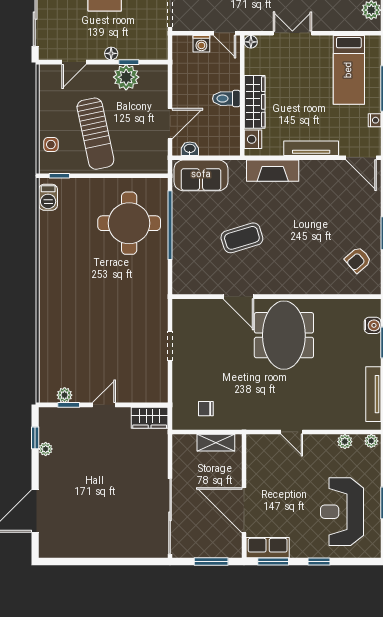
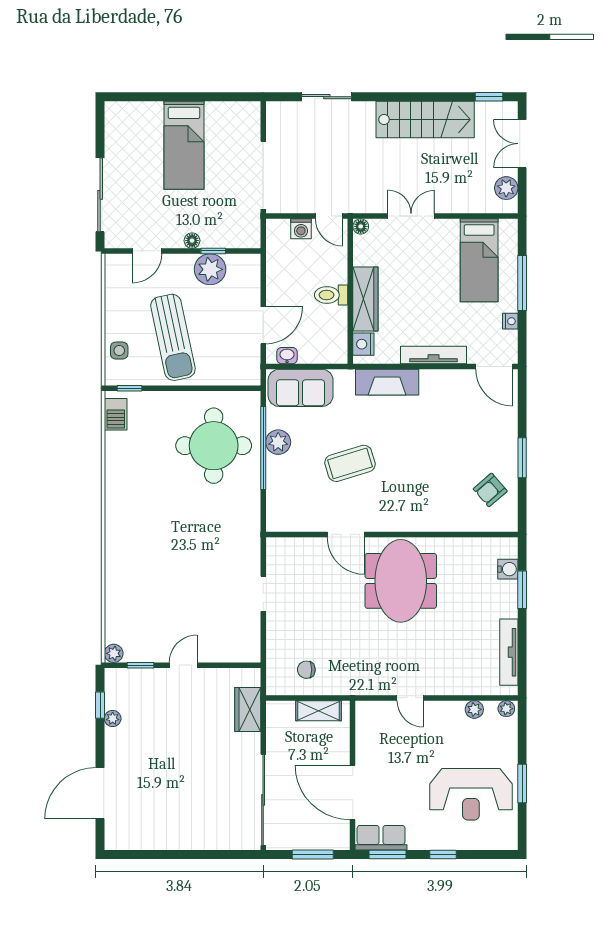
plant: (182, 220) -> (278, 442), added
plant: (65, 395) -> (114, 653), moved
wardrobe: (150, 418) -> (248, 710), moved, turned 90
reception desk: (342, 512) -> (471, 794), turned -90

